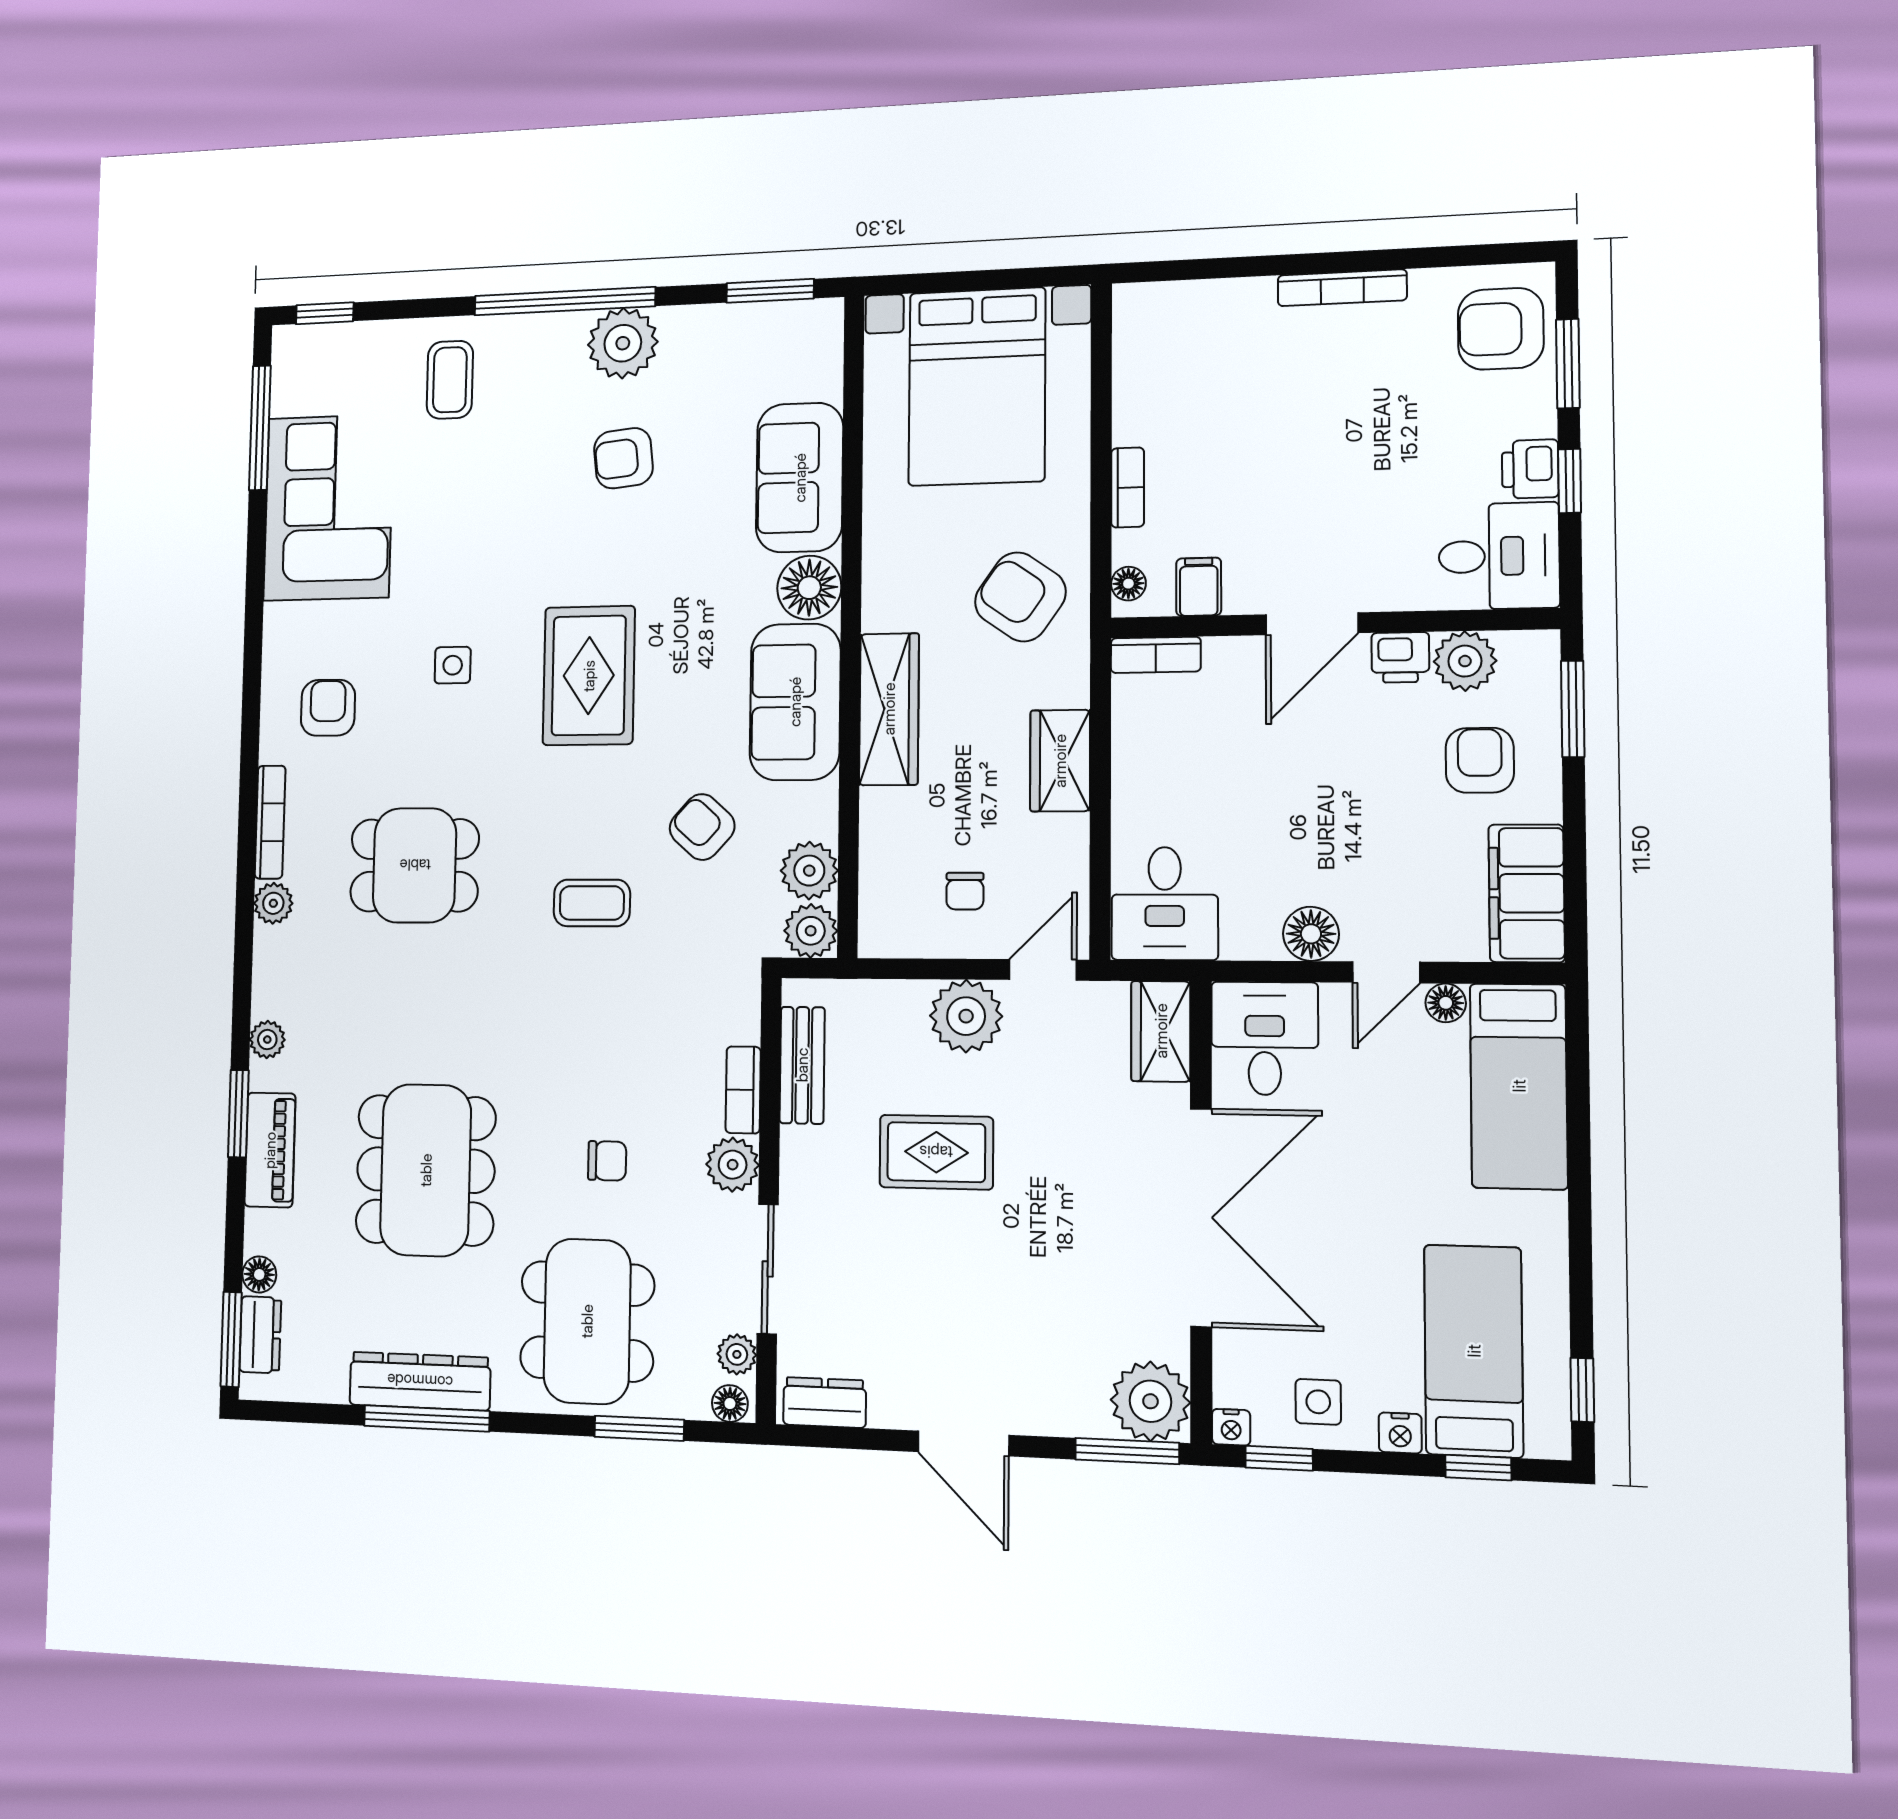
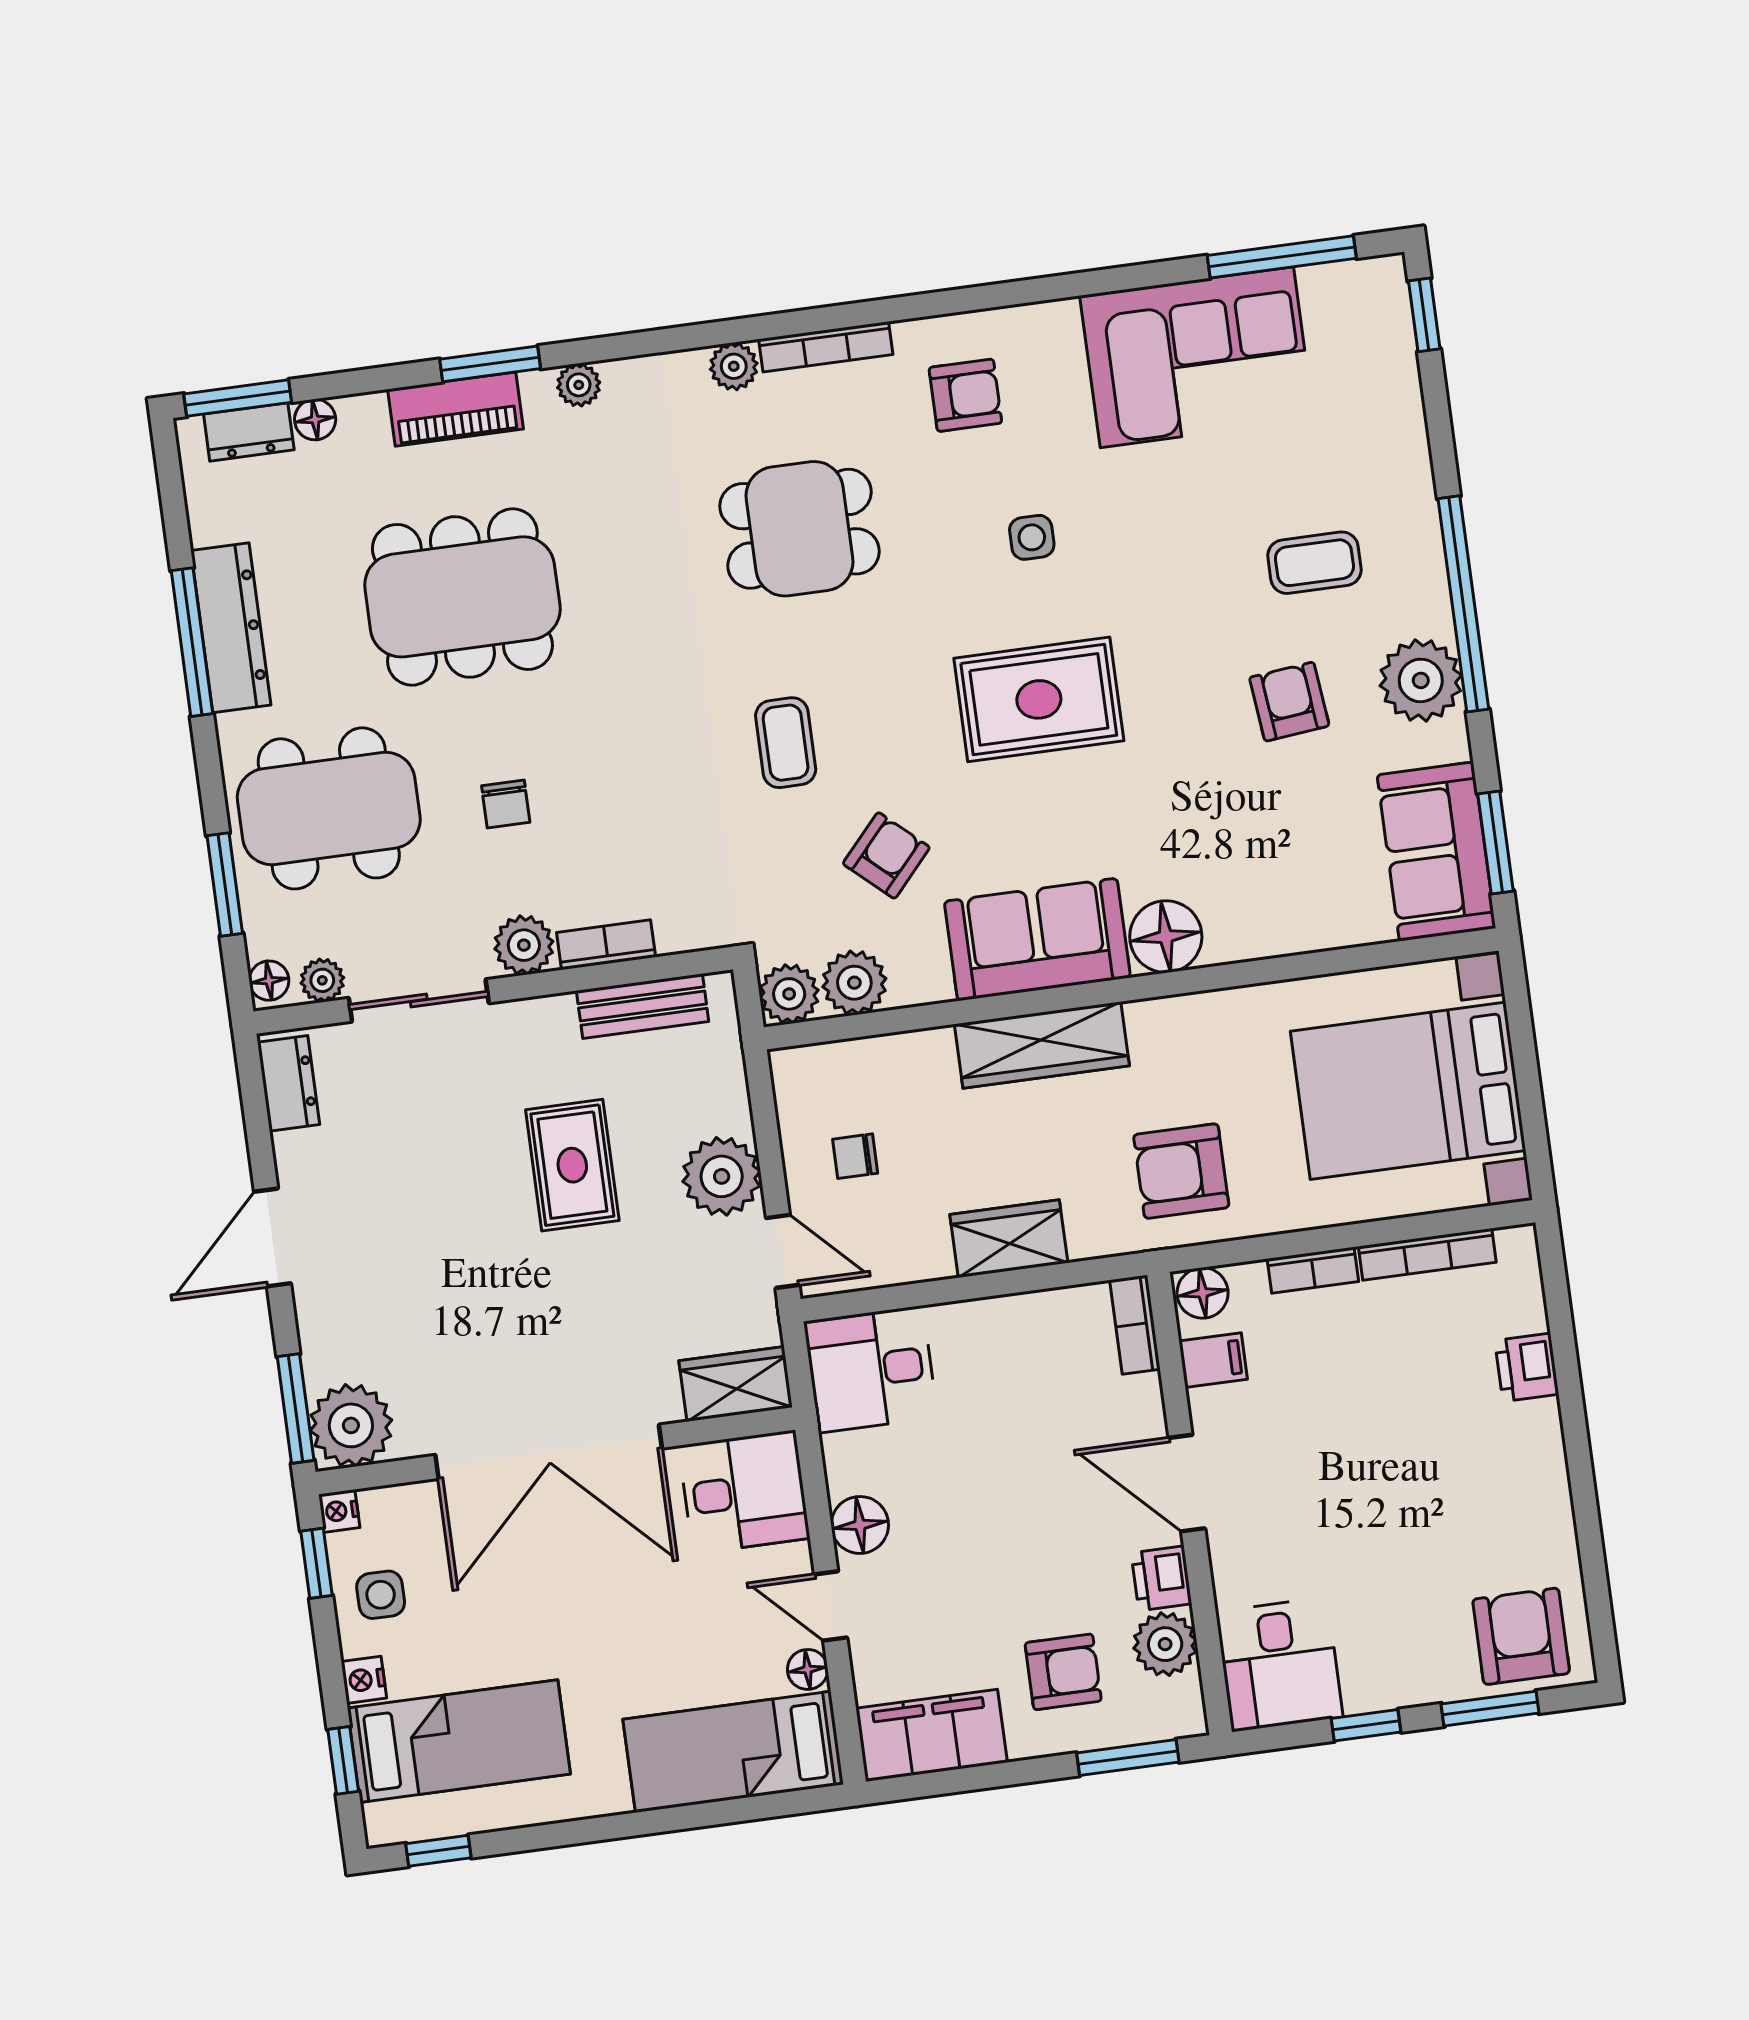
bookcase: (1342, 288) -> (1427, 1254), moved, turned -90
coffee table: (450, 380) -> (1314, 563), moved
printer: (1530, 469) -> (1527, 1367), moved, turned -90
sofa: (800, 478) -> (1436, 851), moved, turned -90
floor lamp: (1128, 584) -> (1203, 1293), width x1.37, depth x1.37
armchair: (1020, 597) -> (1181, 1171), turned -125
dining table: (415, 865) -> (800, 529), turned 90

